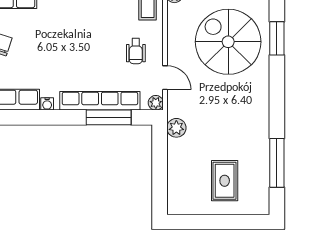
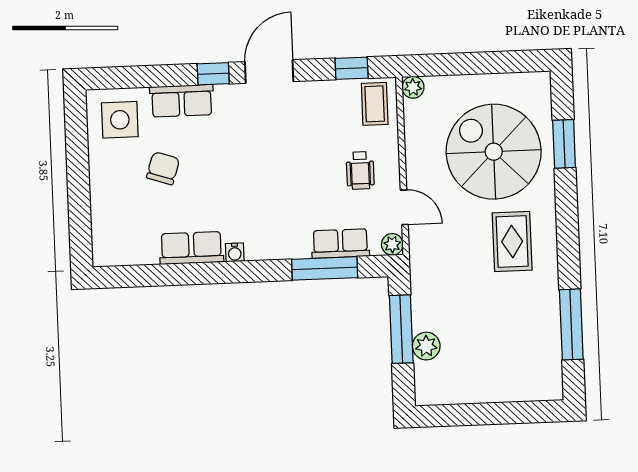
row of seats: (100, 101) -> (340, 244), width x0.50
plant: (176, 128) -> (426, 346), moved
window: (160, 161) -> (401, 329), added
rug: (225, 181) -> (512, 241), moved

